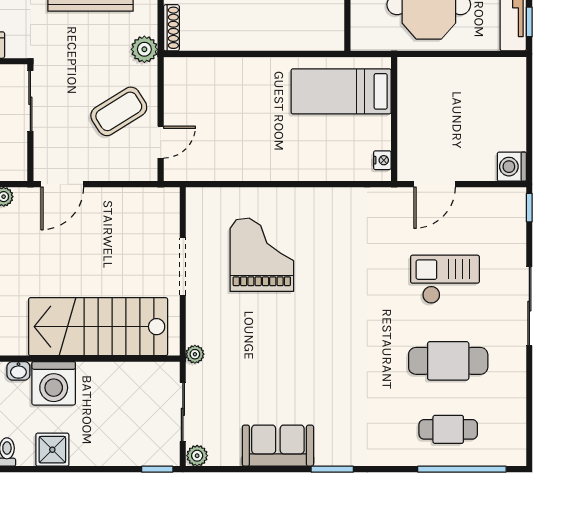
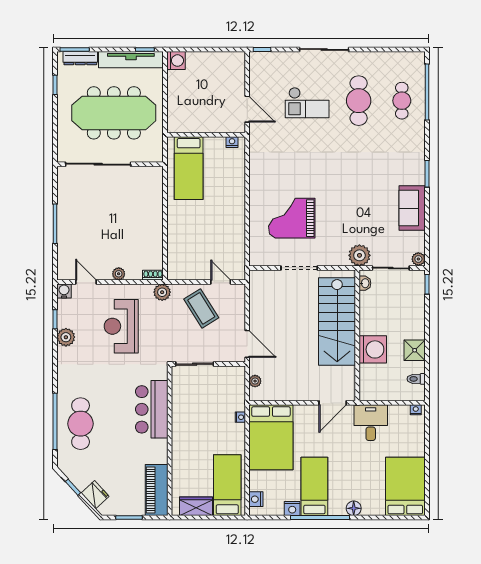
shoe rack: (171, 28) -> (153, 275), width x0.70
washing machine: (512, 167) -> (176, 61), moved, turned -90
checkout: (445, 279) -> (307, 103), turned -90
plant: (195, 354) -> (359, 255), width x1.88, depth x1.88
washbasin: (18, 371) -> (365, 283), moved

